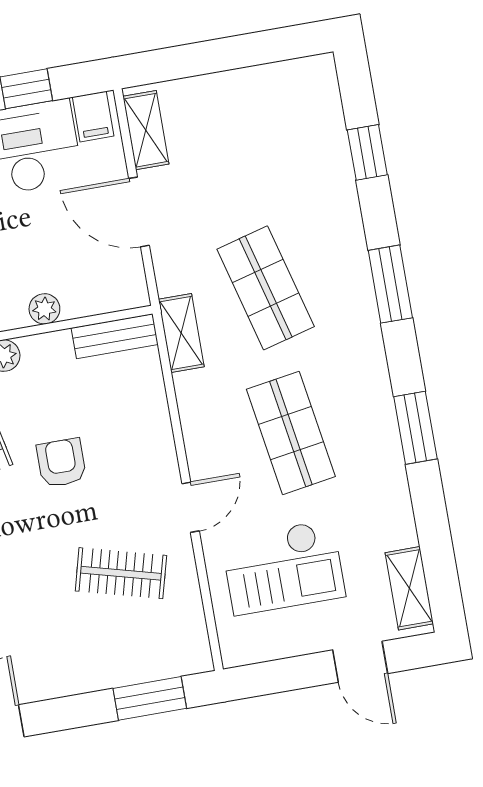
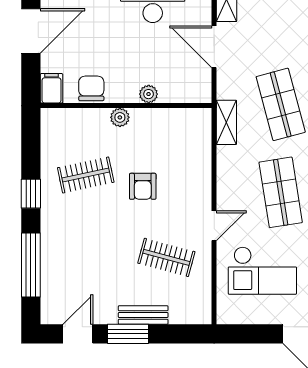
bench: (115, 336) -> (143, 315), moved
armchair: (61, 463) -> (143, 186), turned 180
window: (150, 698) -> (128, 334), moved

